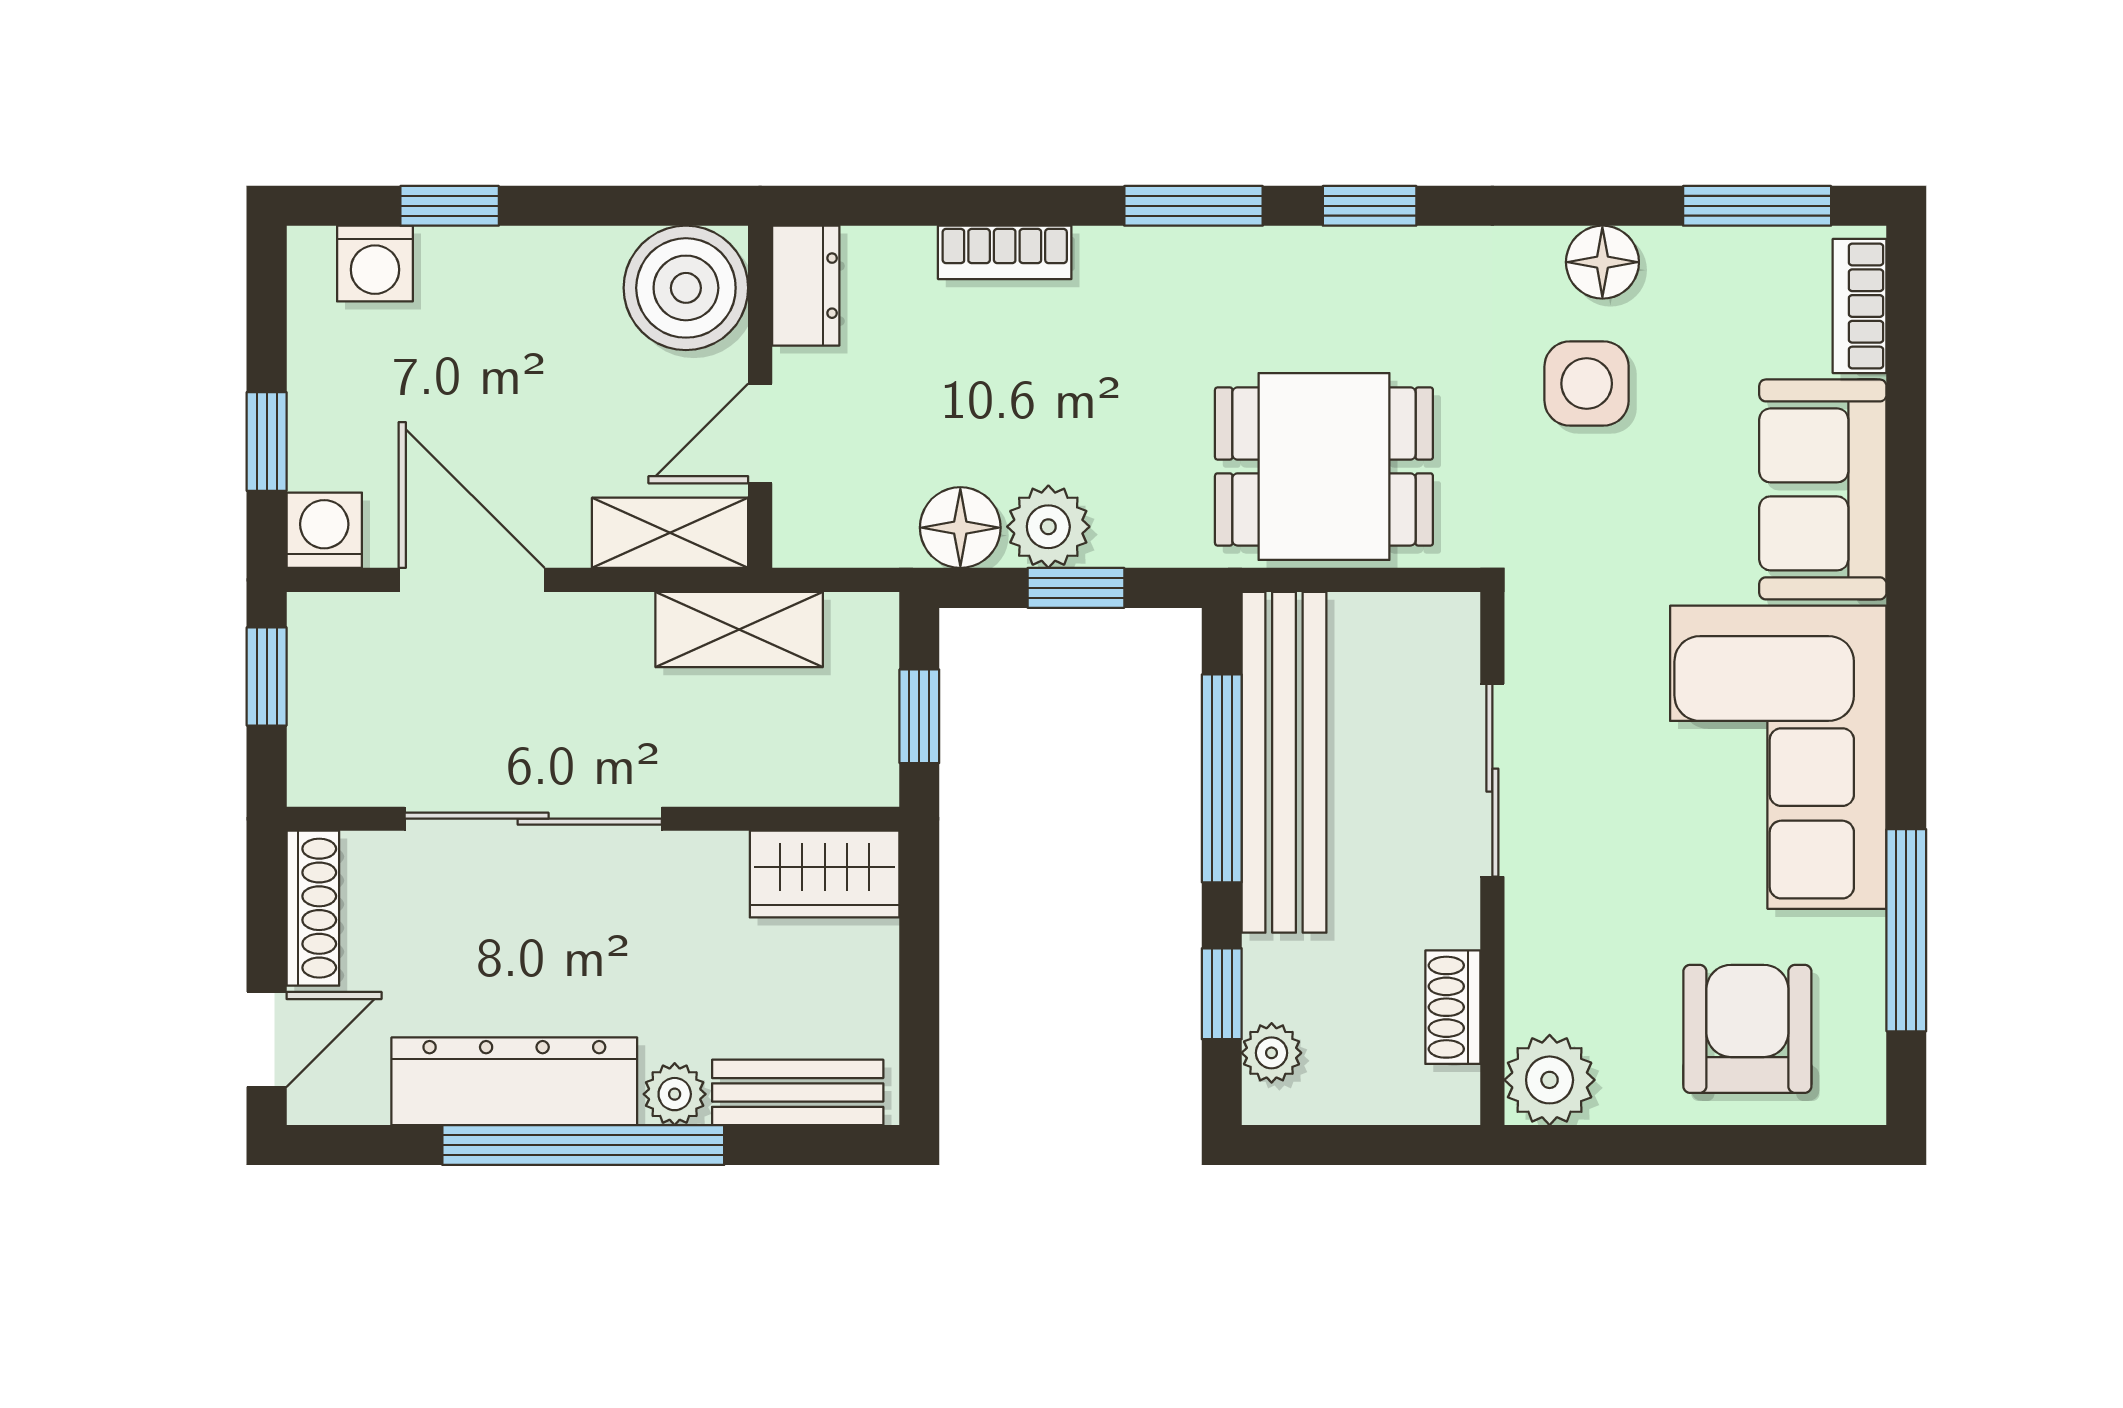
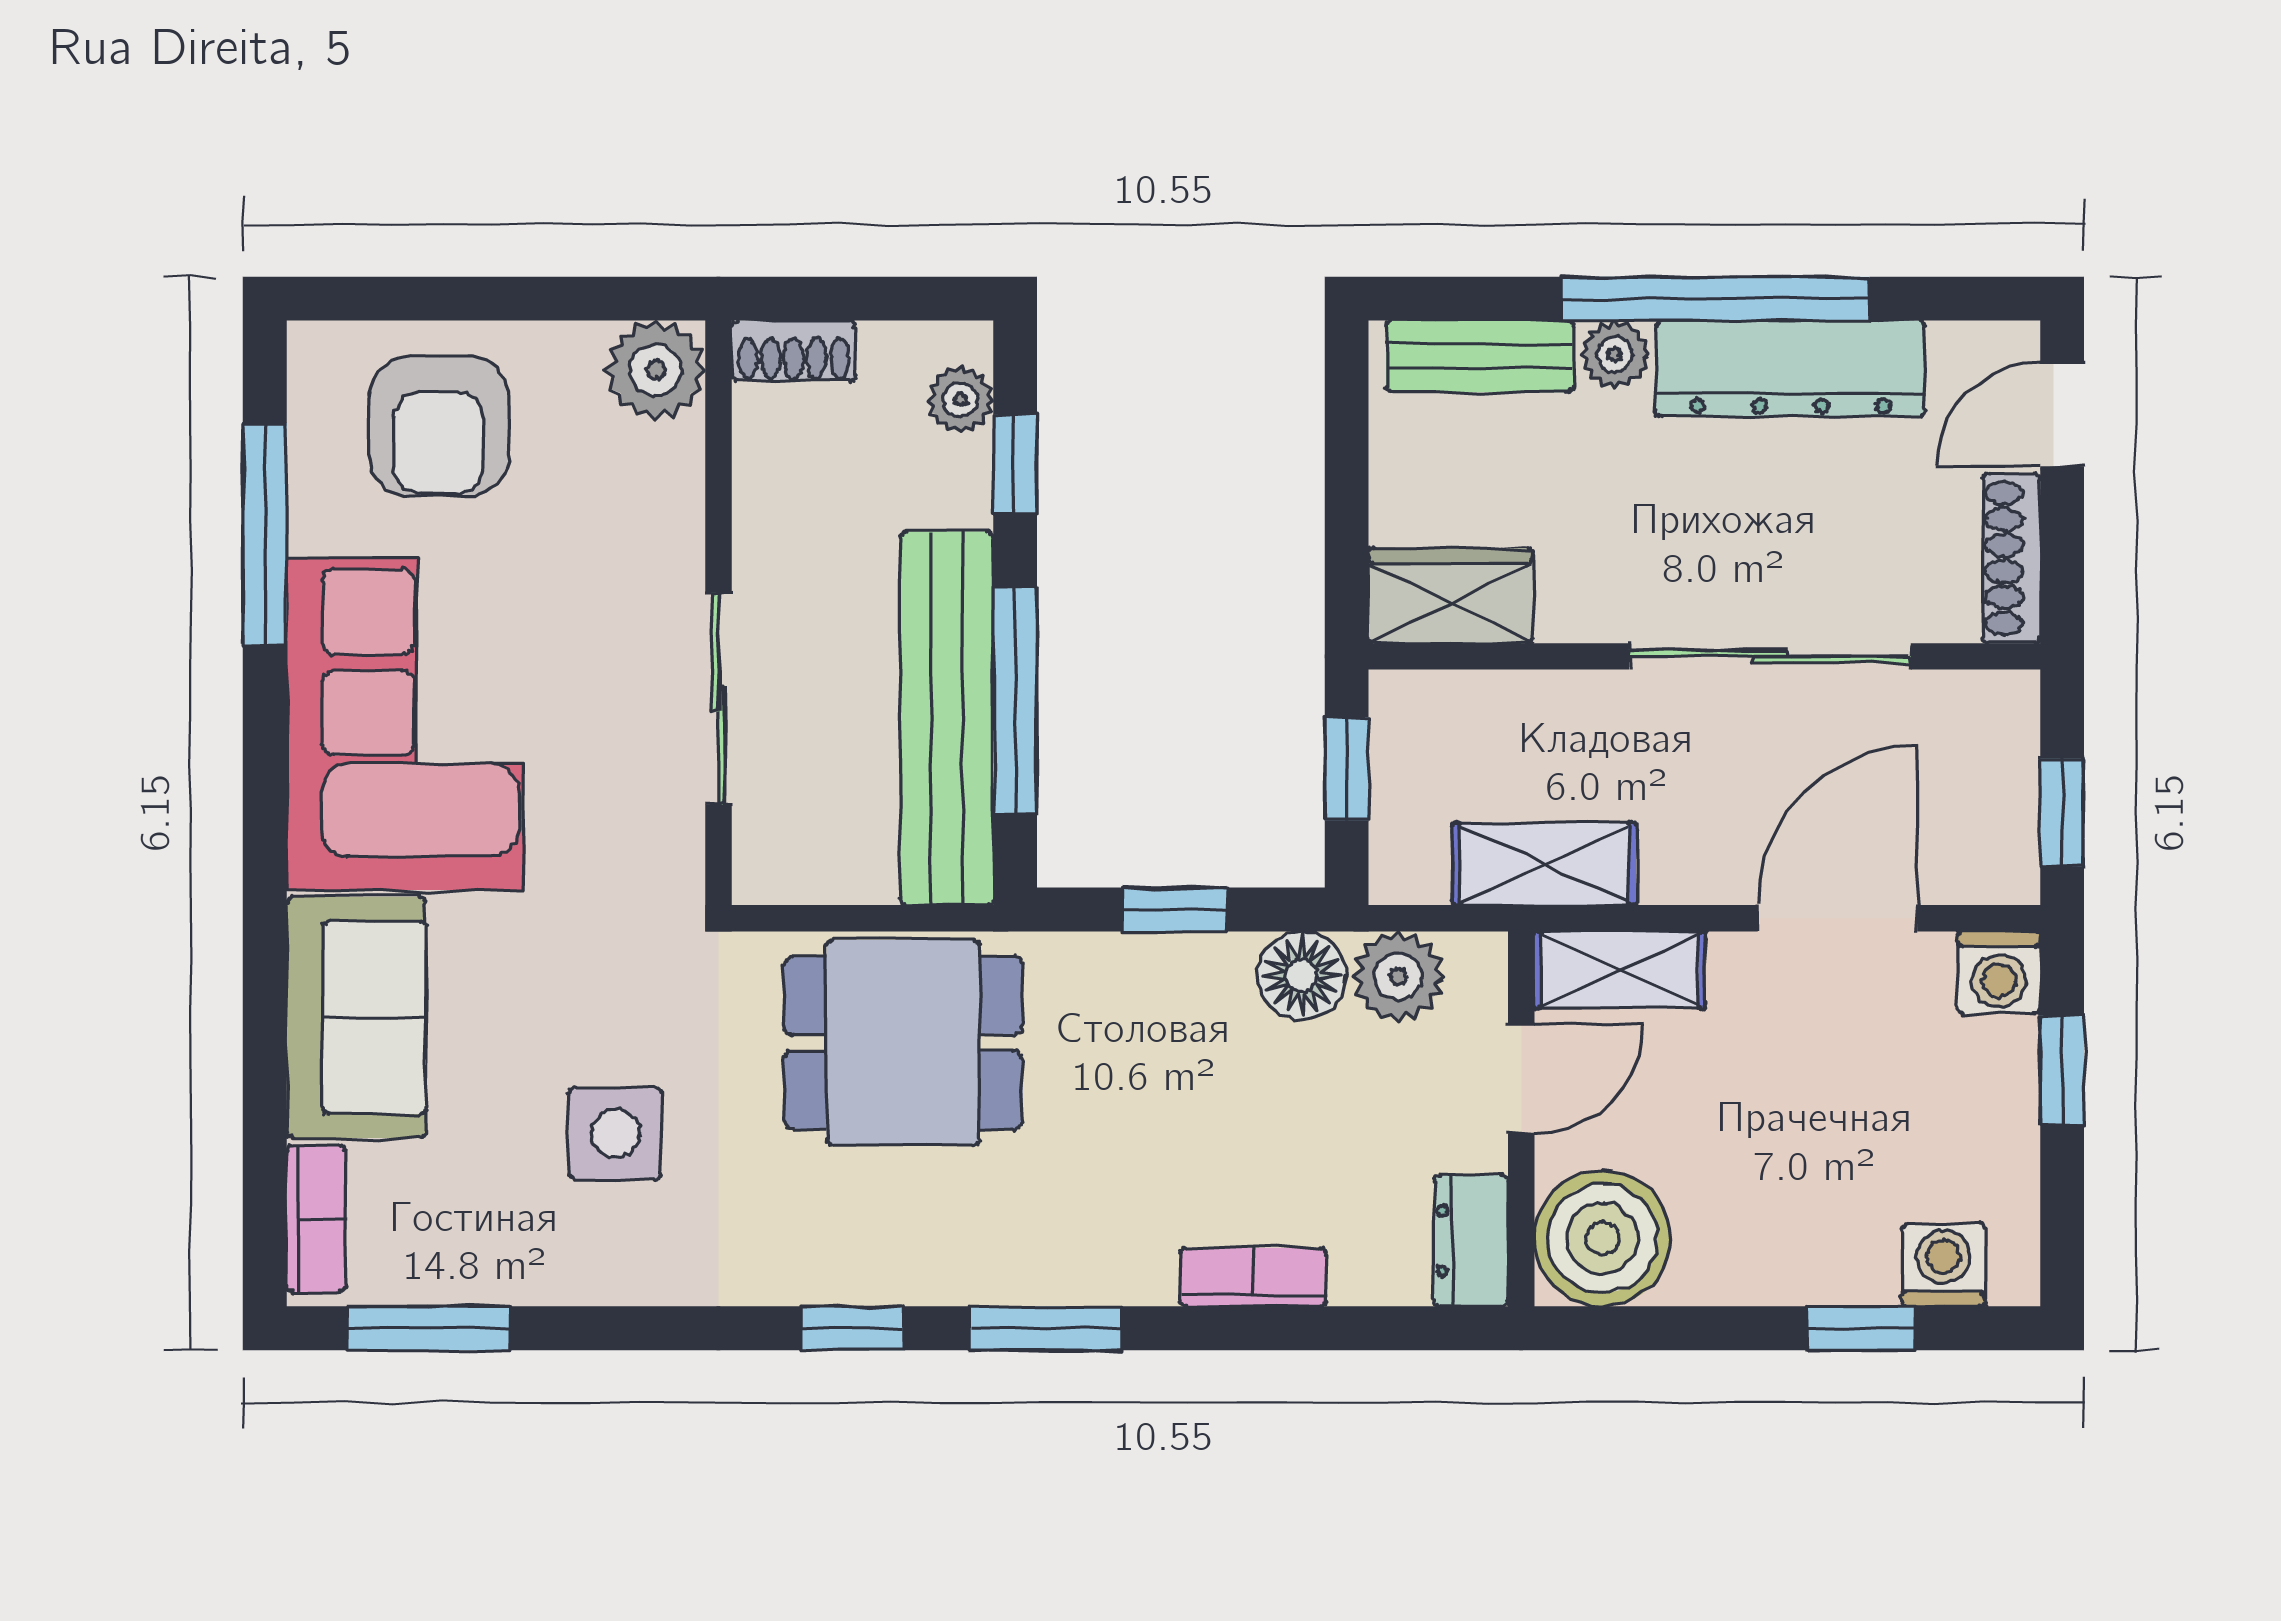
floor lamp: (1602, 262) -> (598, 1266), removed
plant: (1048, 527) -> (1398, 976), moved
door: (472, 580) -> (1837, 918), swing flipped
shoe rack: (1453, 1007) -> (794, 351), moved, turned 90

